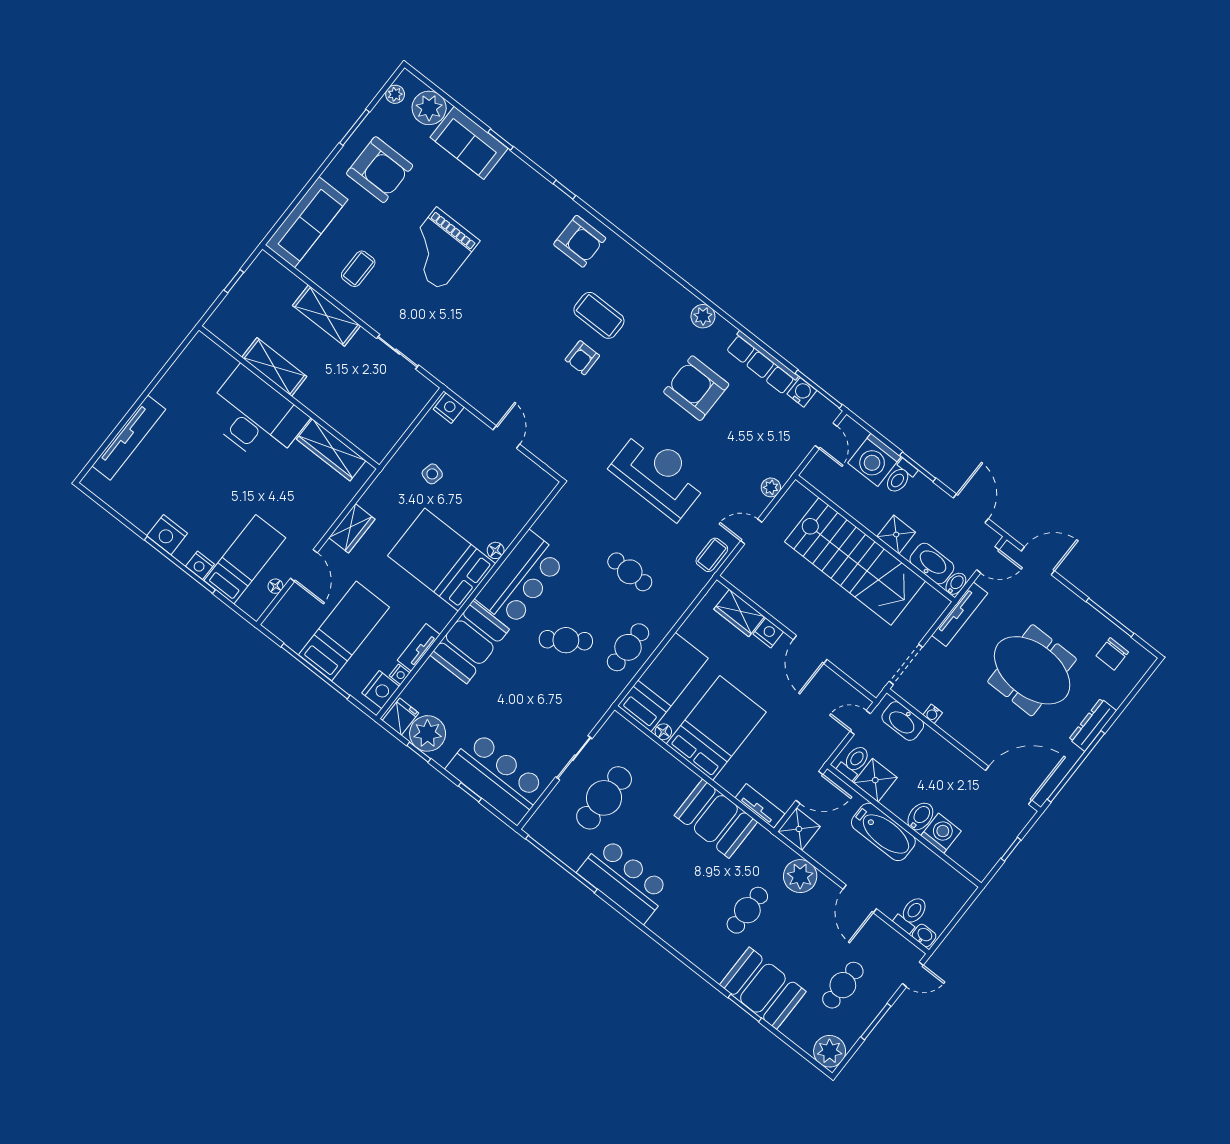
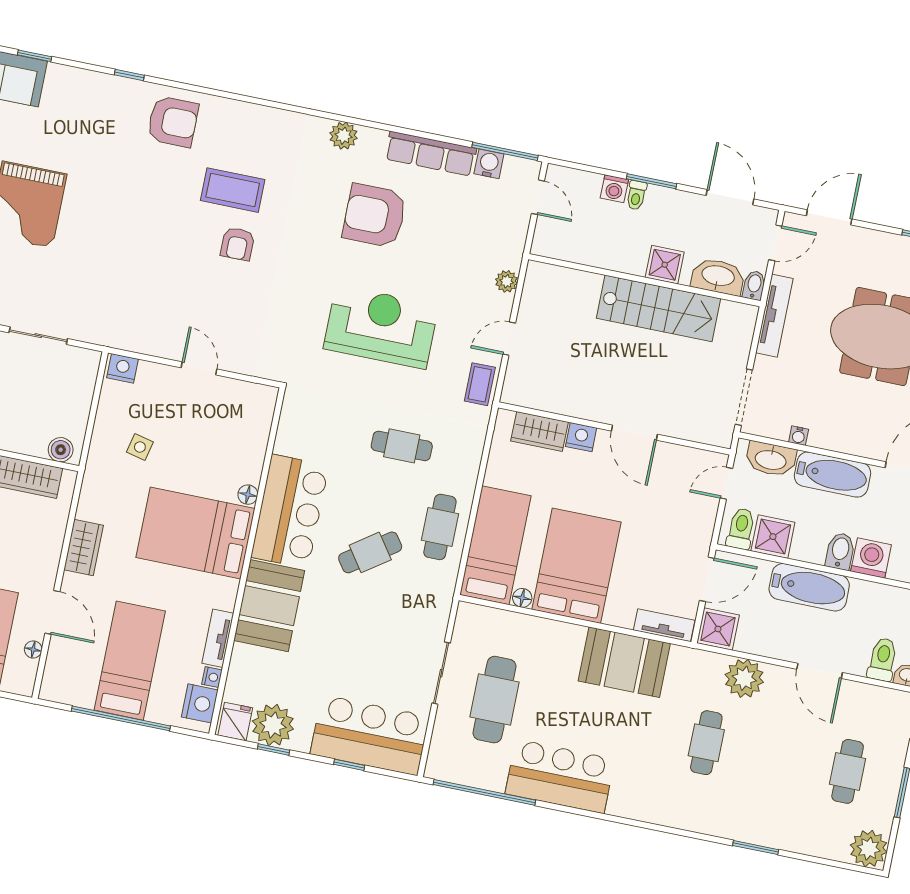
boiler: (371, 446) -> (61, 450), added
washing machine: (874, 460) -> (614, 189), width x0.53, depth x0.53
toilet: (900, 477) -> (636, 195), width x0.73, depth x0.72
stairs: (855, 561) -> (658, 308), width x0.73, depth x0.66
bathtub: (943, 756) -> (832, 475), added
booth: (763, 988) -> (764, 817), removed

